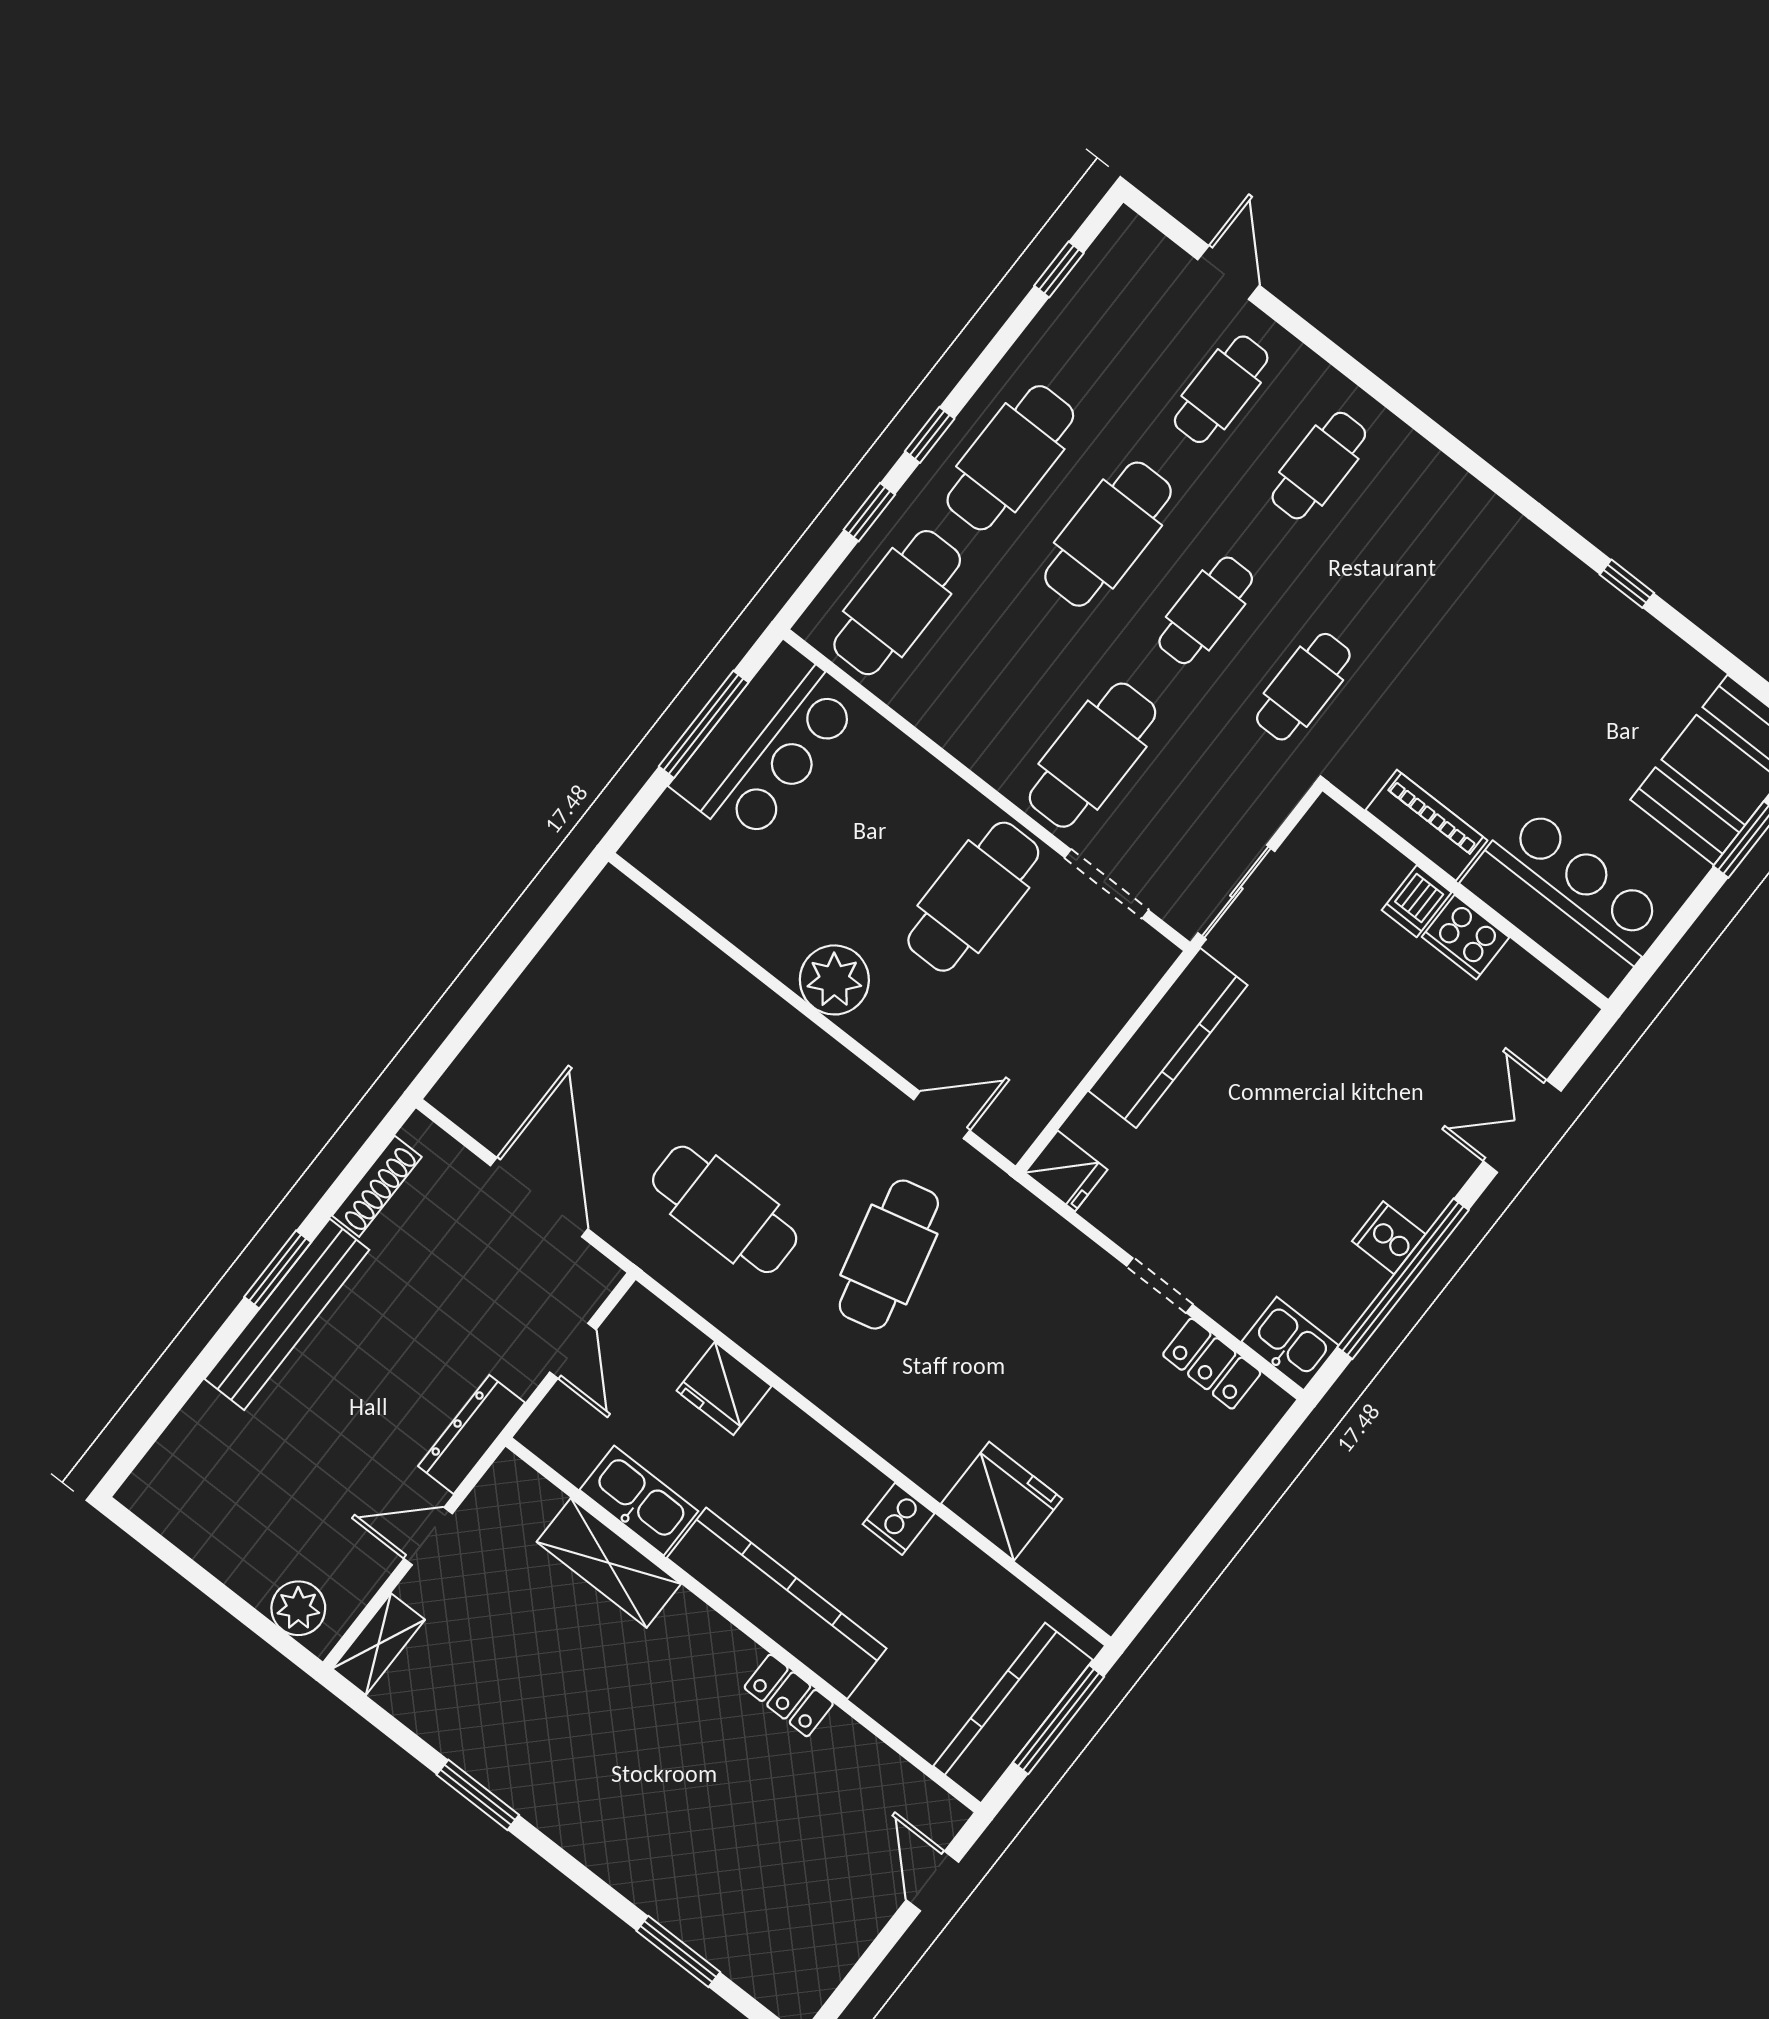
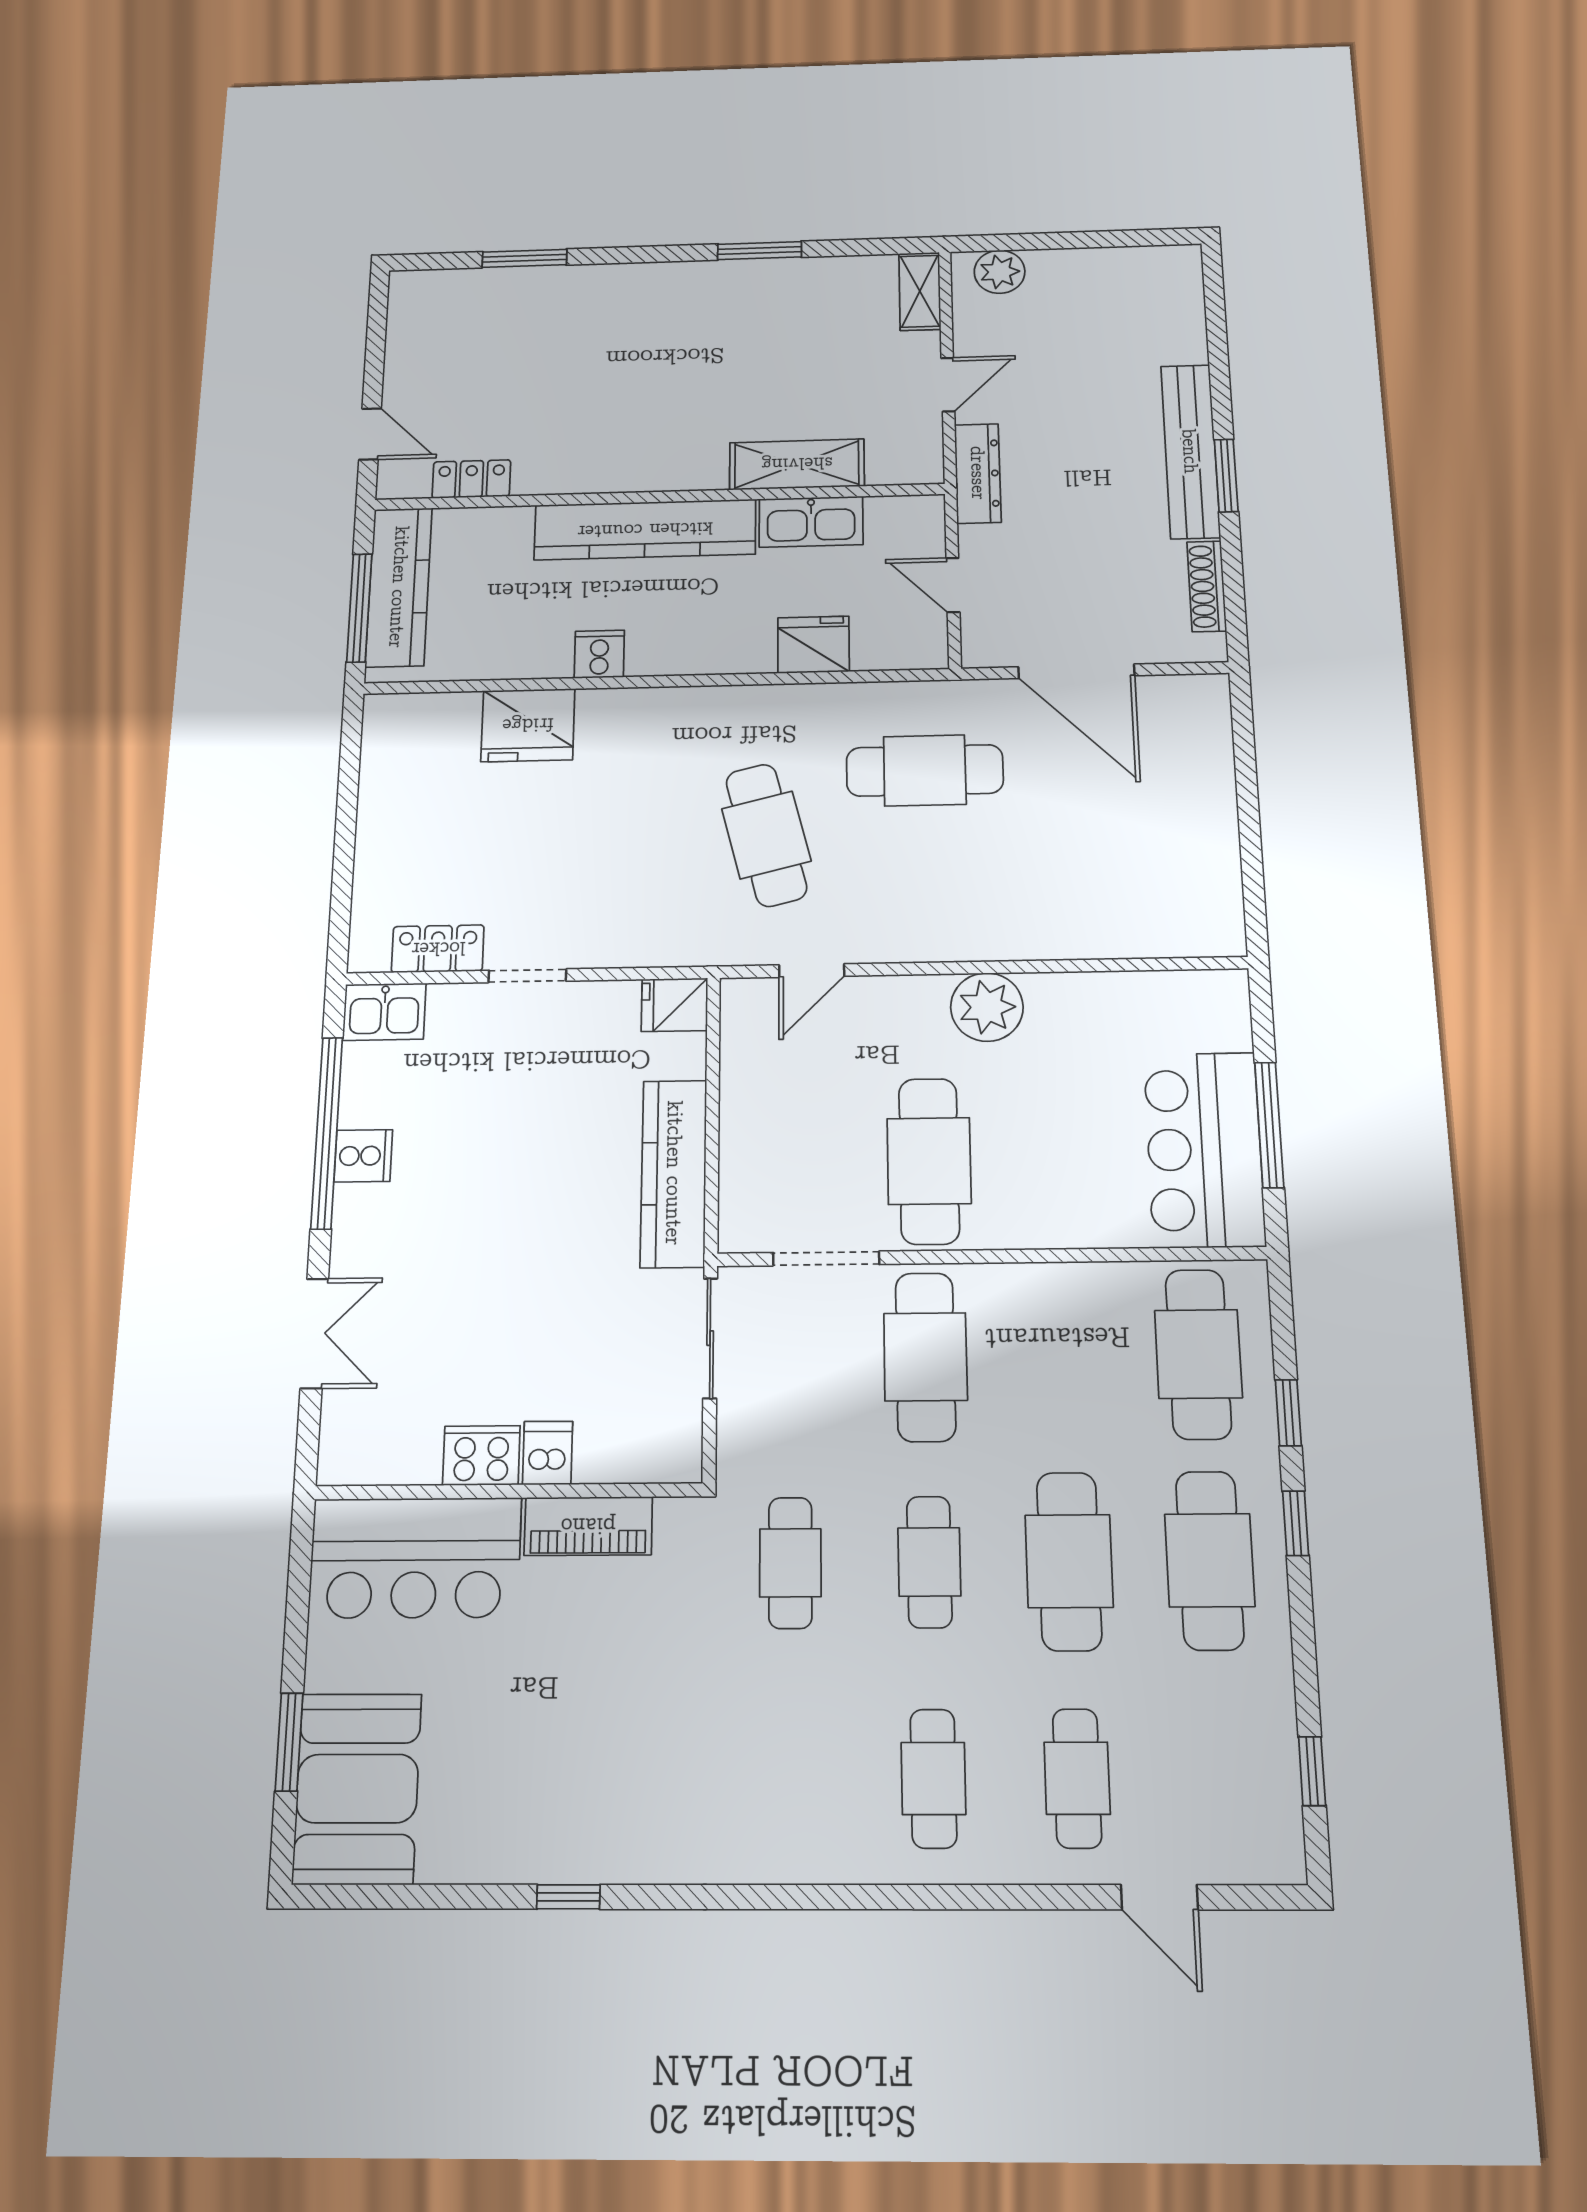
locker: (789, 1695) -> (471, 479), moved

